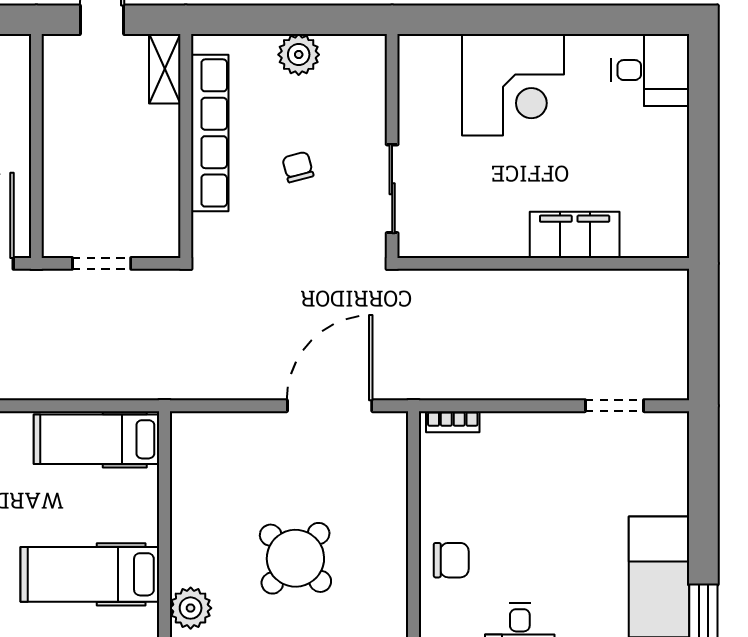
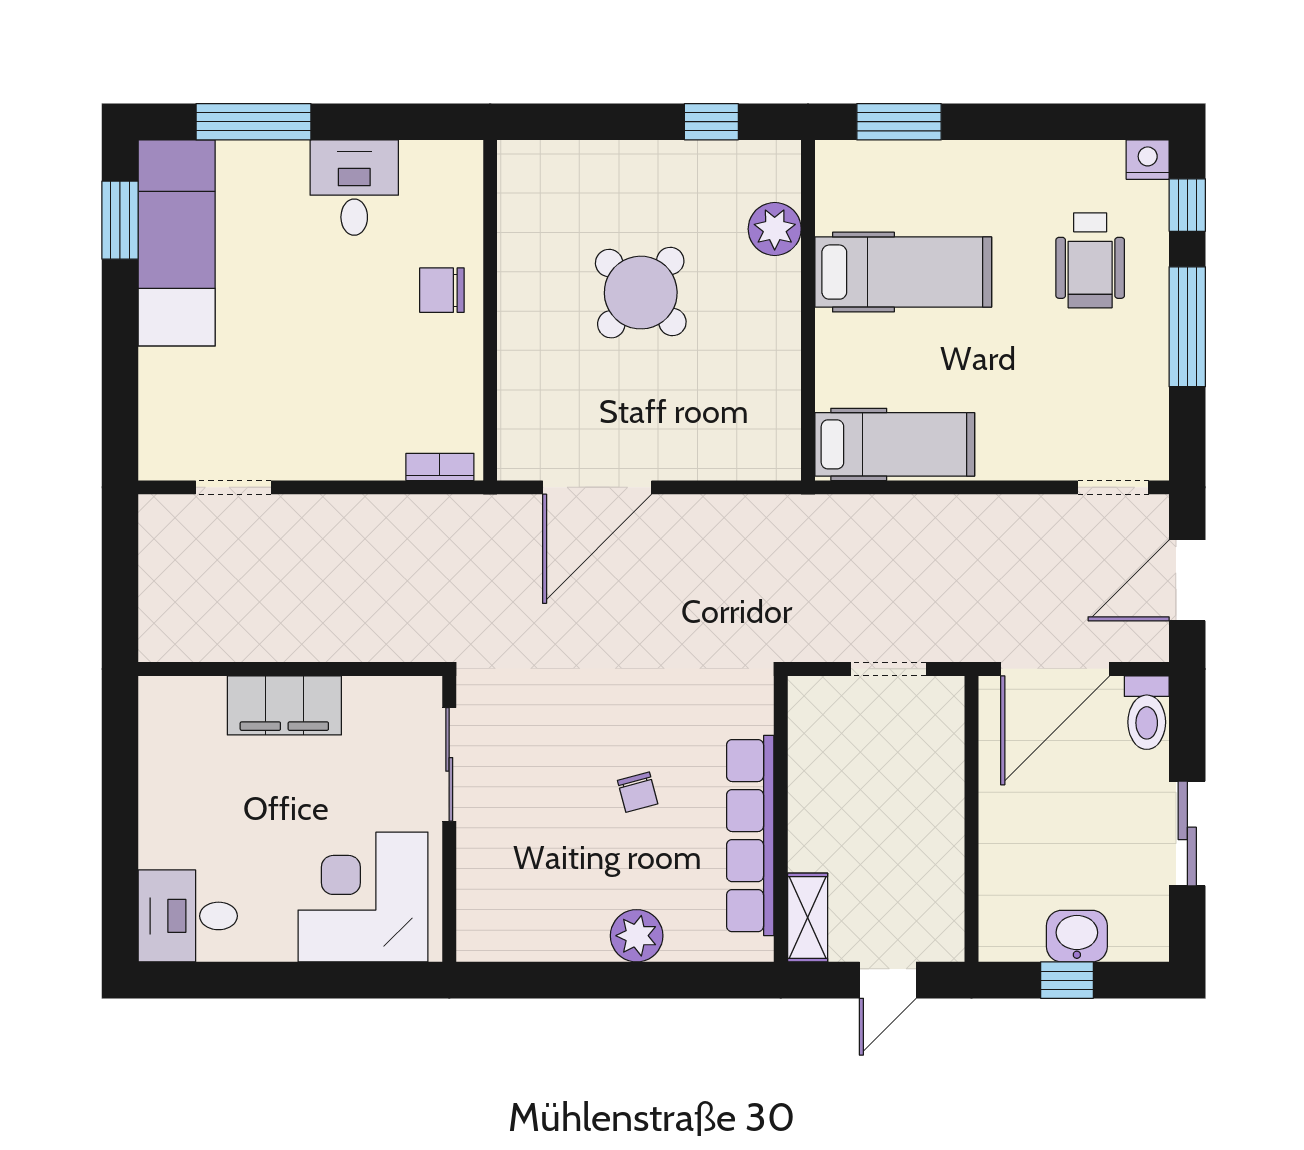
wall: (392, 146) -> (449, 819), moved
sliding door: (392, 189) -> (449, 764), moved

